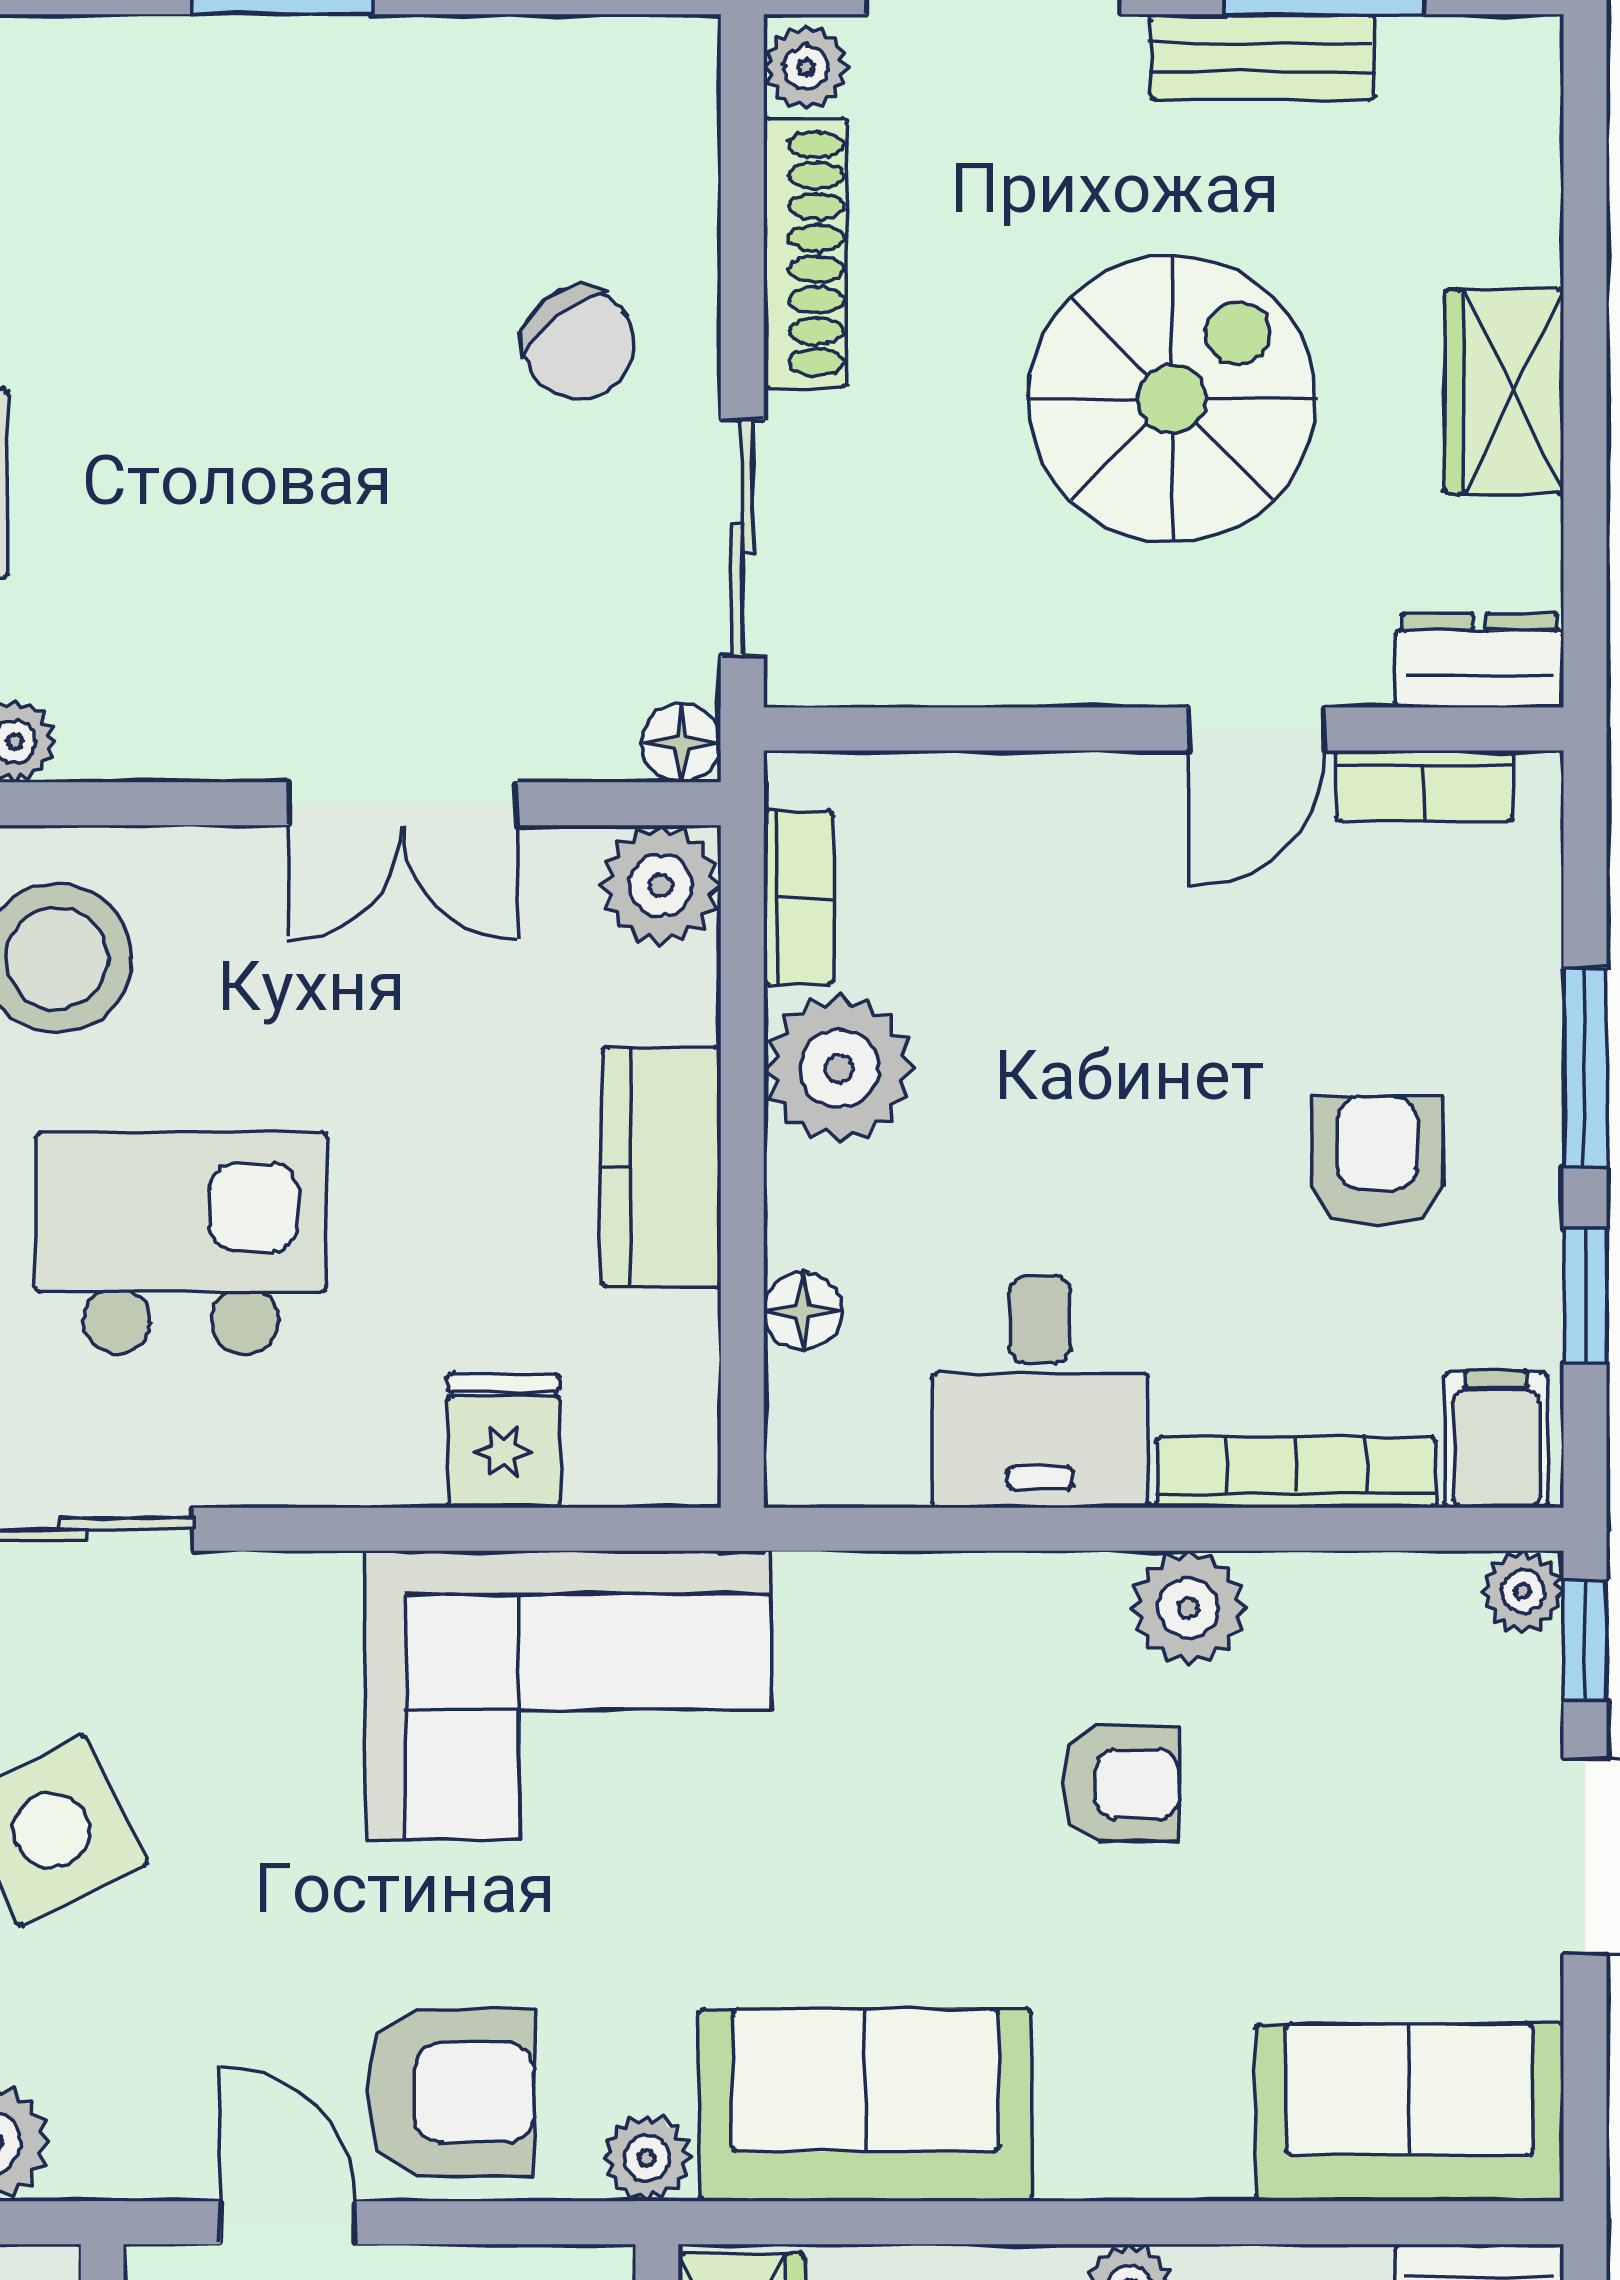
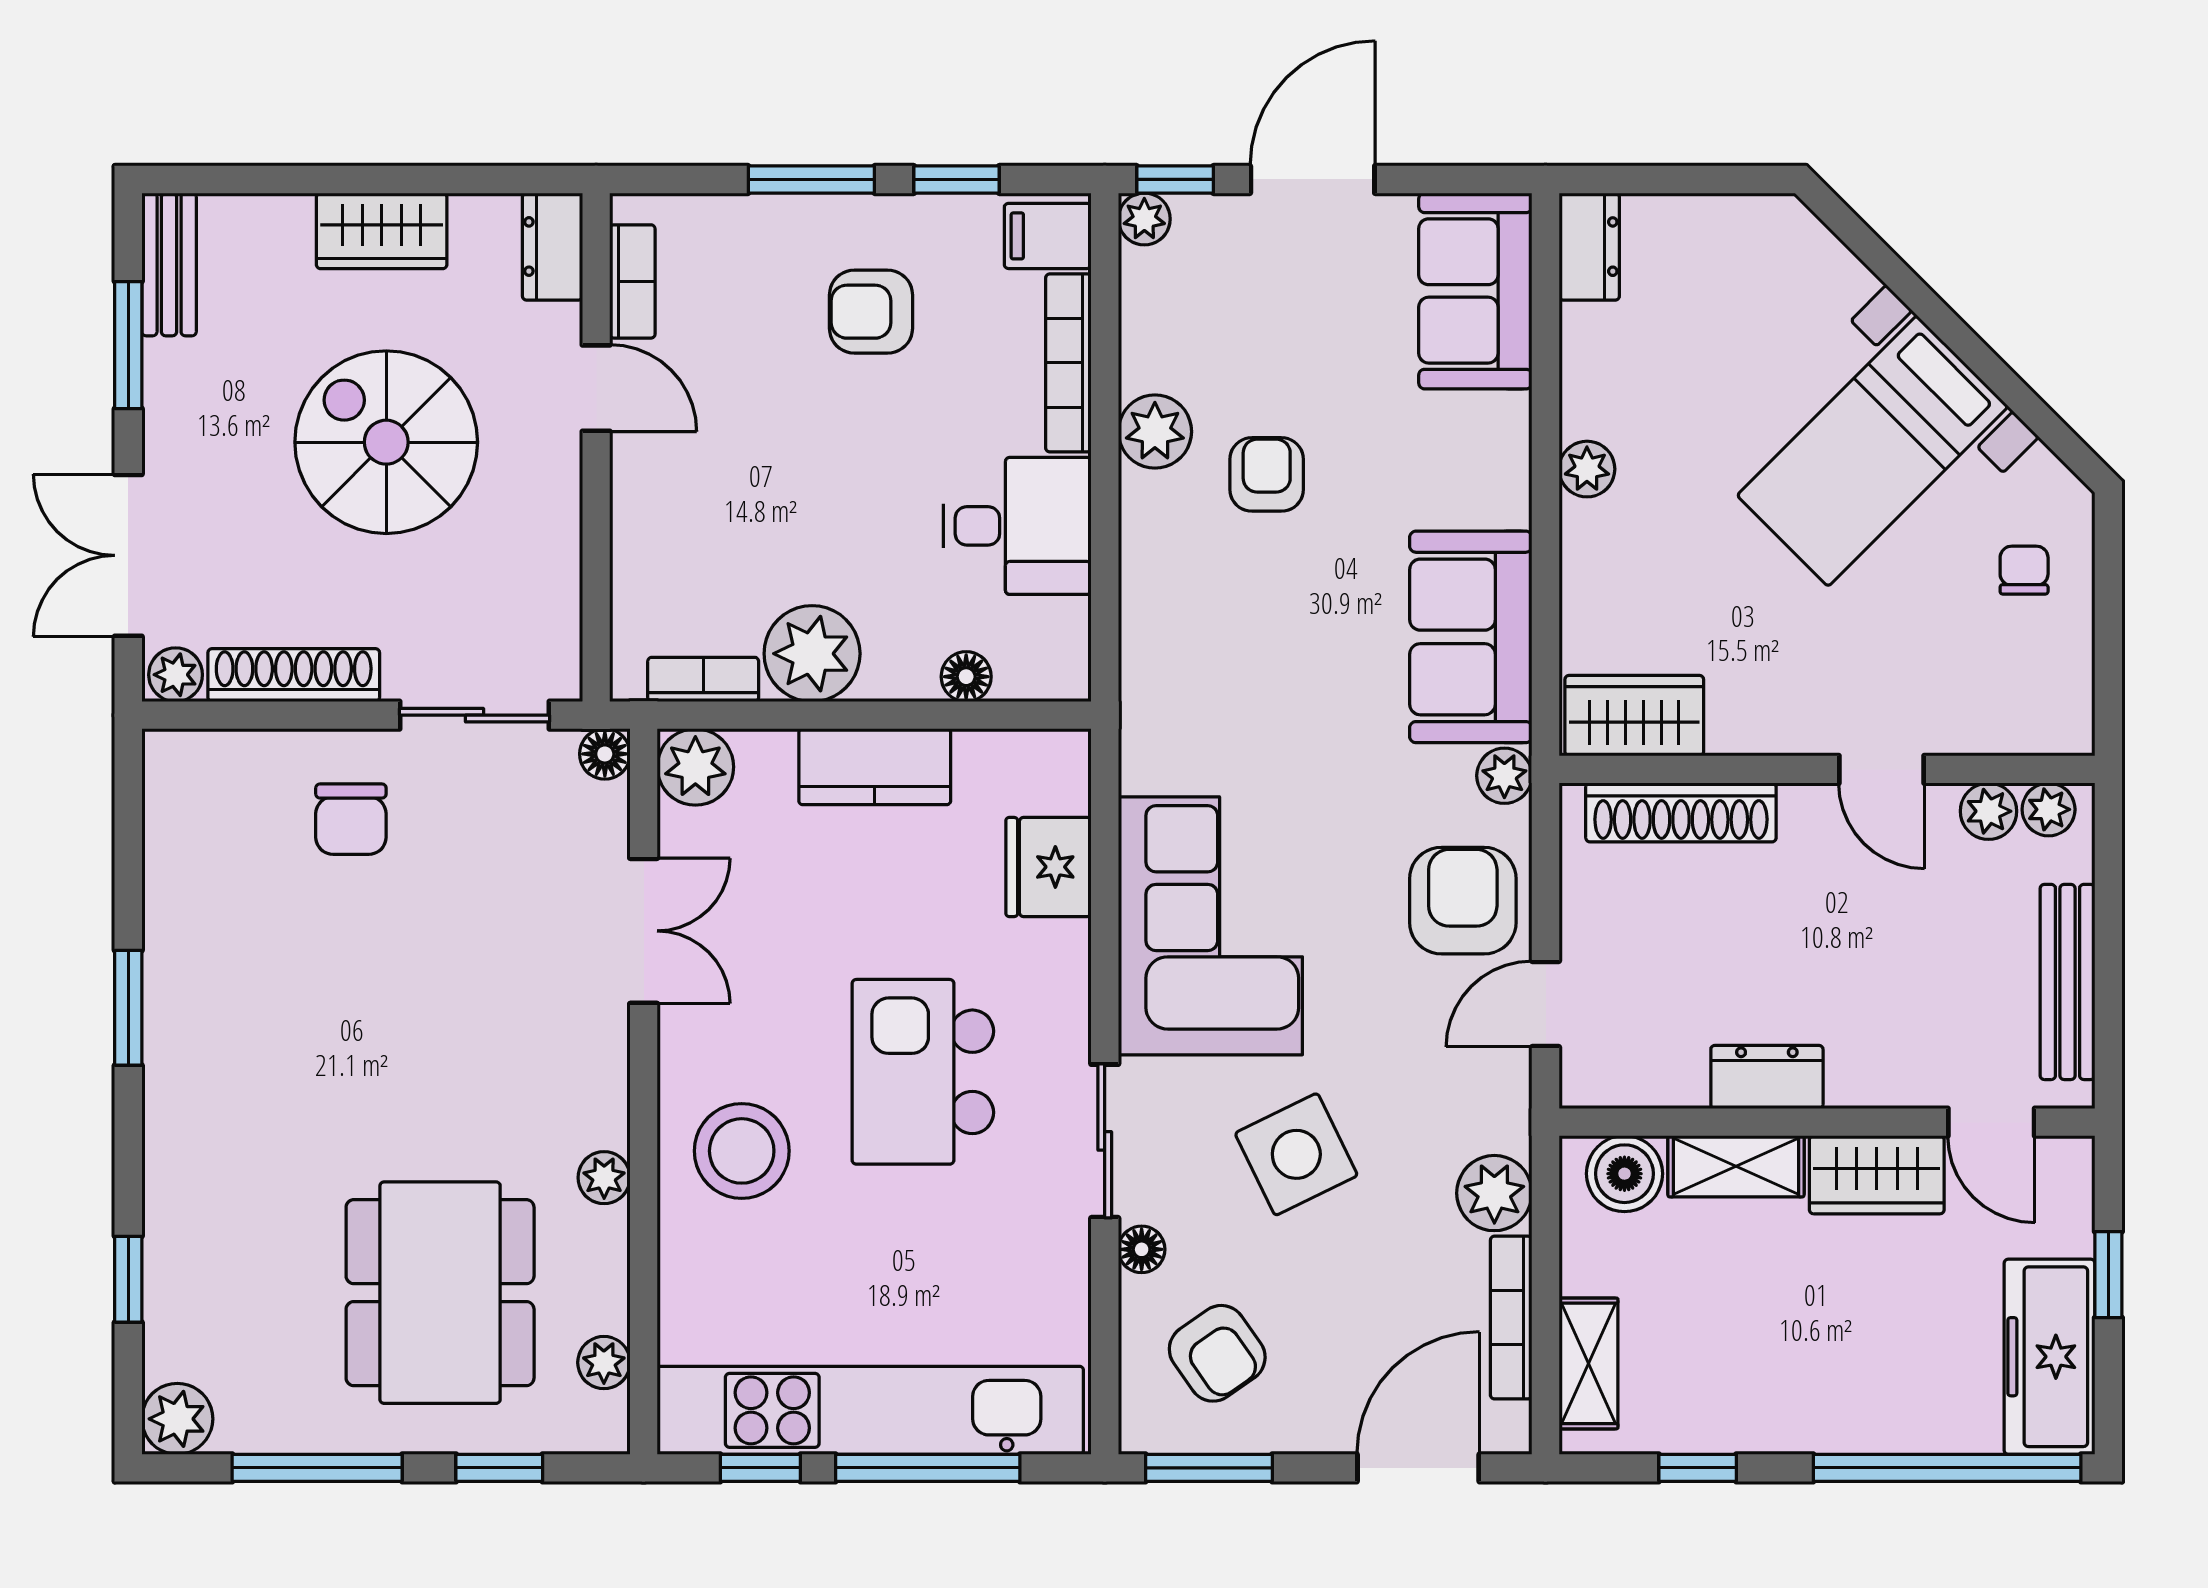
bench: (1262, 57) -> (169, 264), moved
chair: (579, 343) -> (351, 819), turned 128
fridge: (503, 1441) -> (1048, 867), width x1.38
corner sofa: (568, 1695) -> (1210, 926), moved

